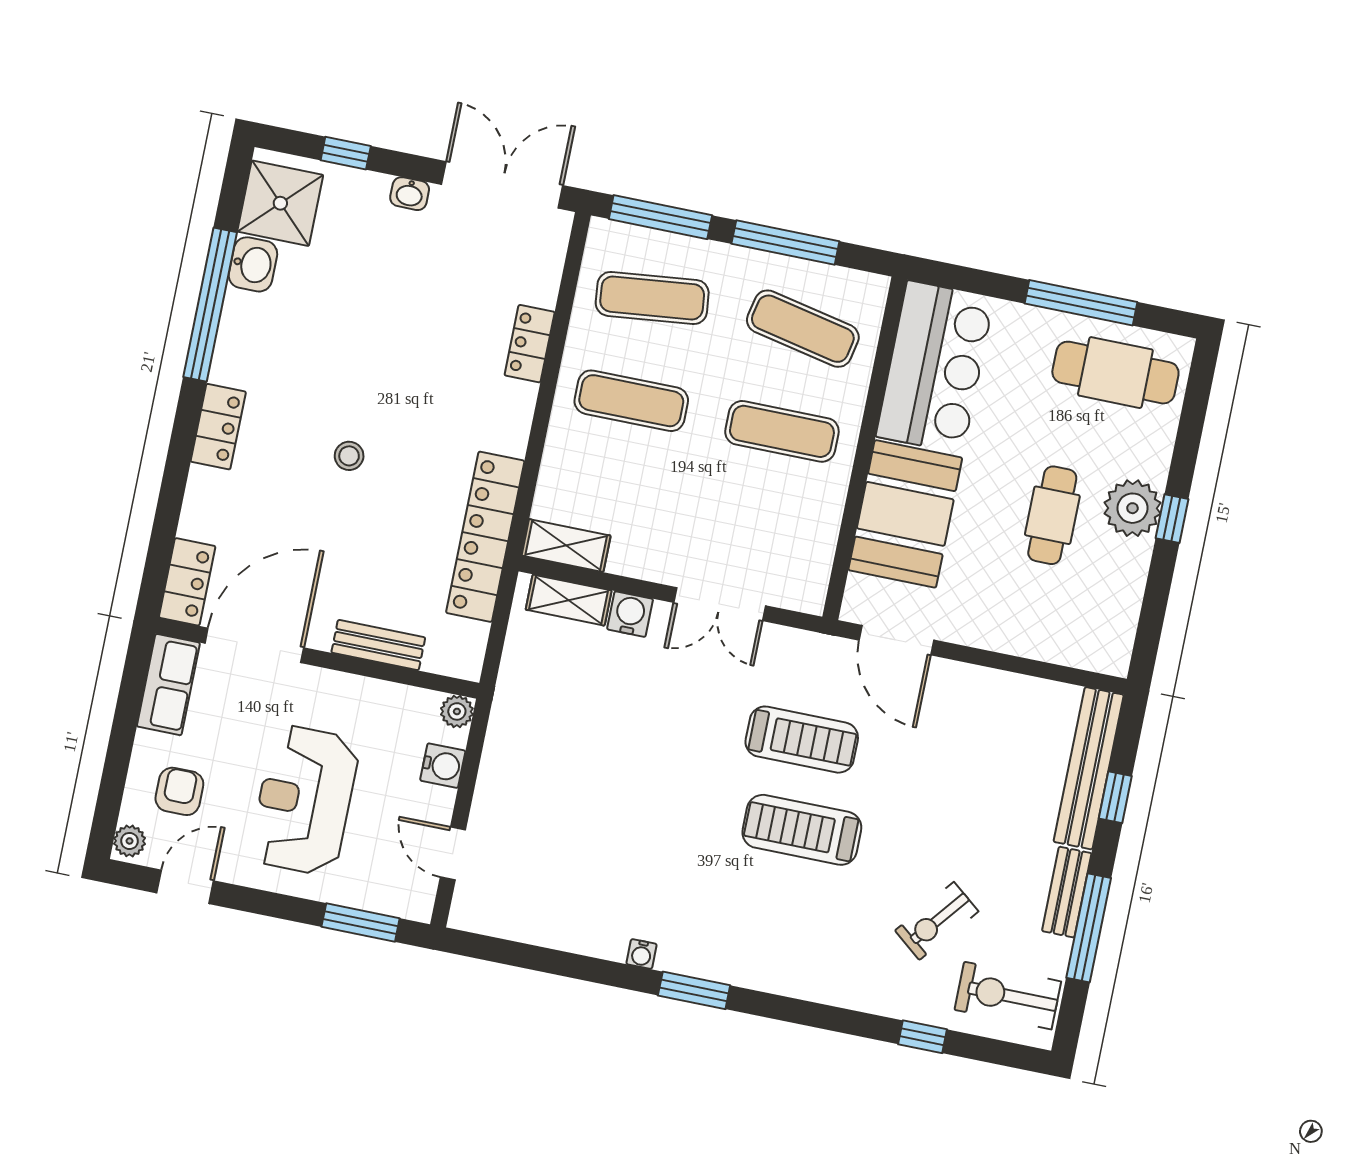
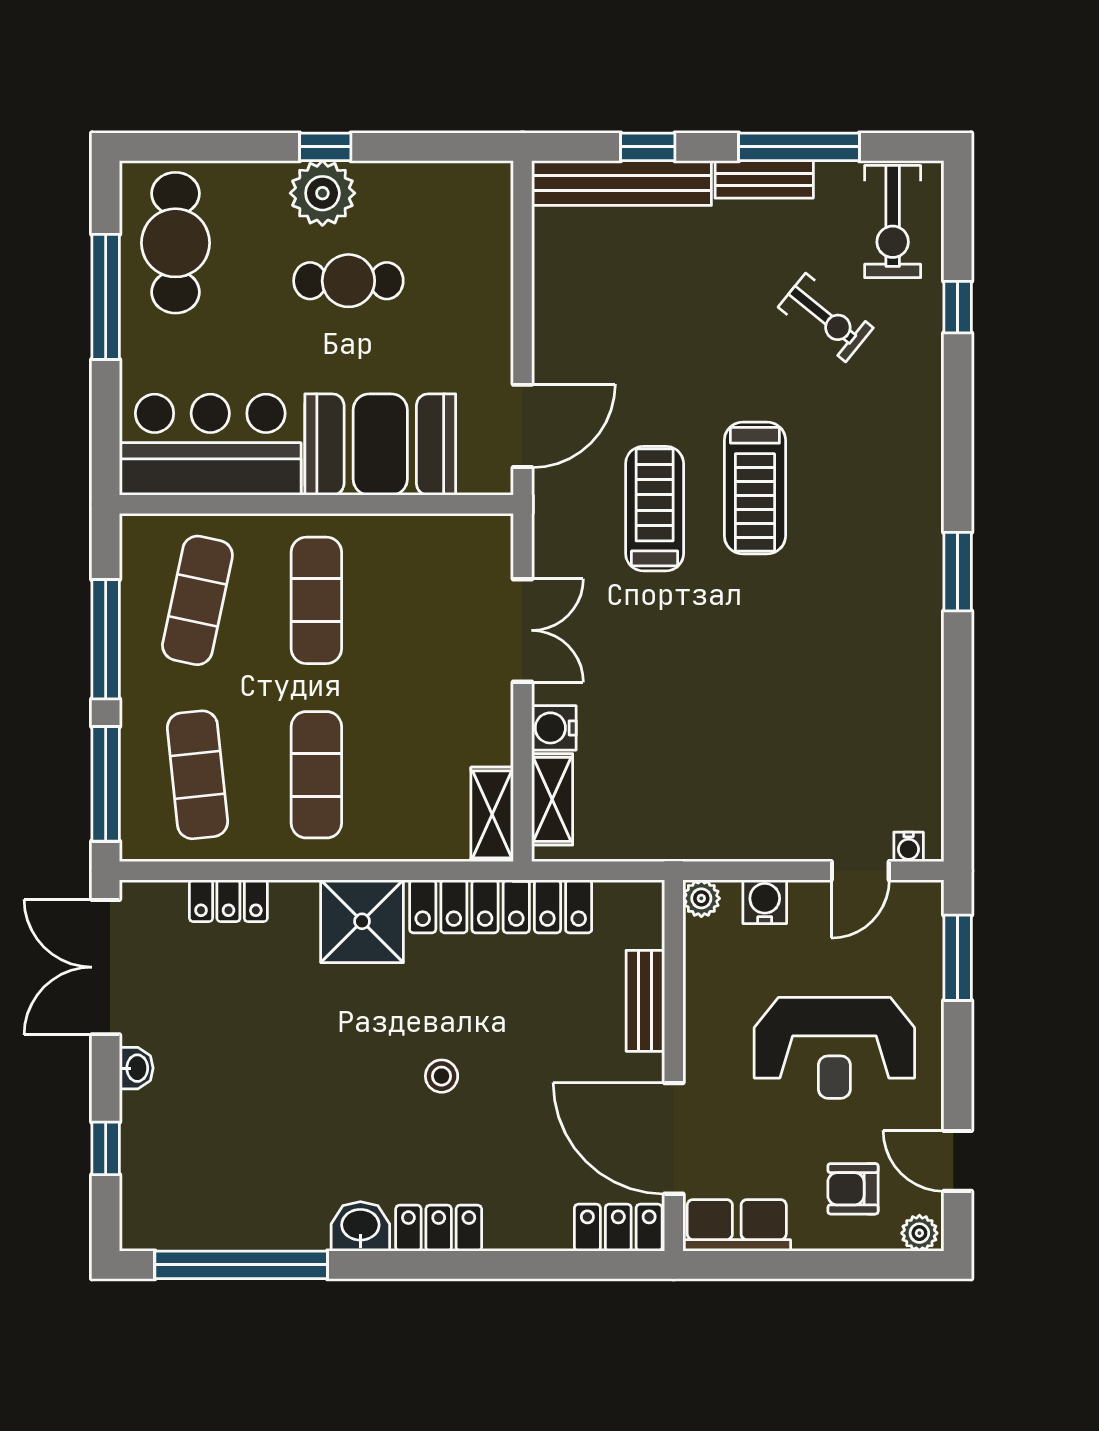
shower: (280, 203) -> (362, 921), moved
washbasin: (253, 264) -> (360, 1226), moved
window: (210, 305) -> (241, 1265), moved
locker: (530, 344) -> (228, 901), moved
water cooler: (642, 954) -> (909, 847), moved, turned 90

